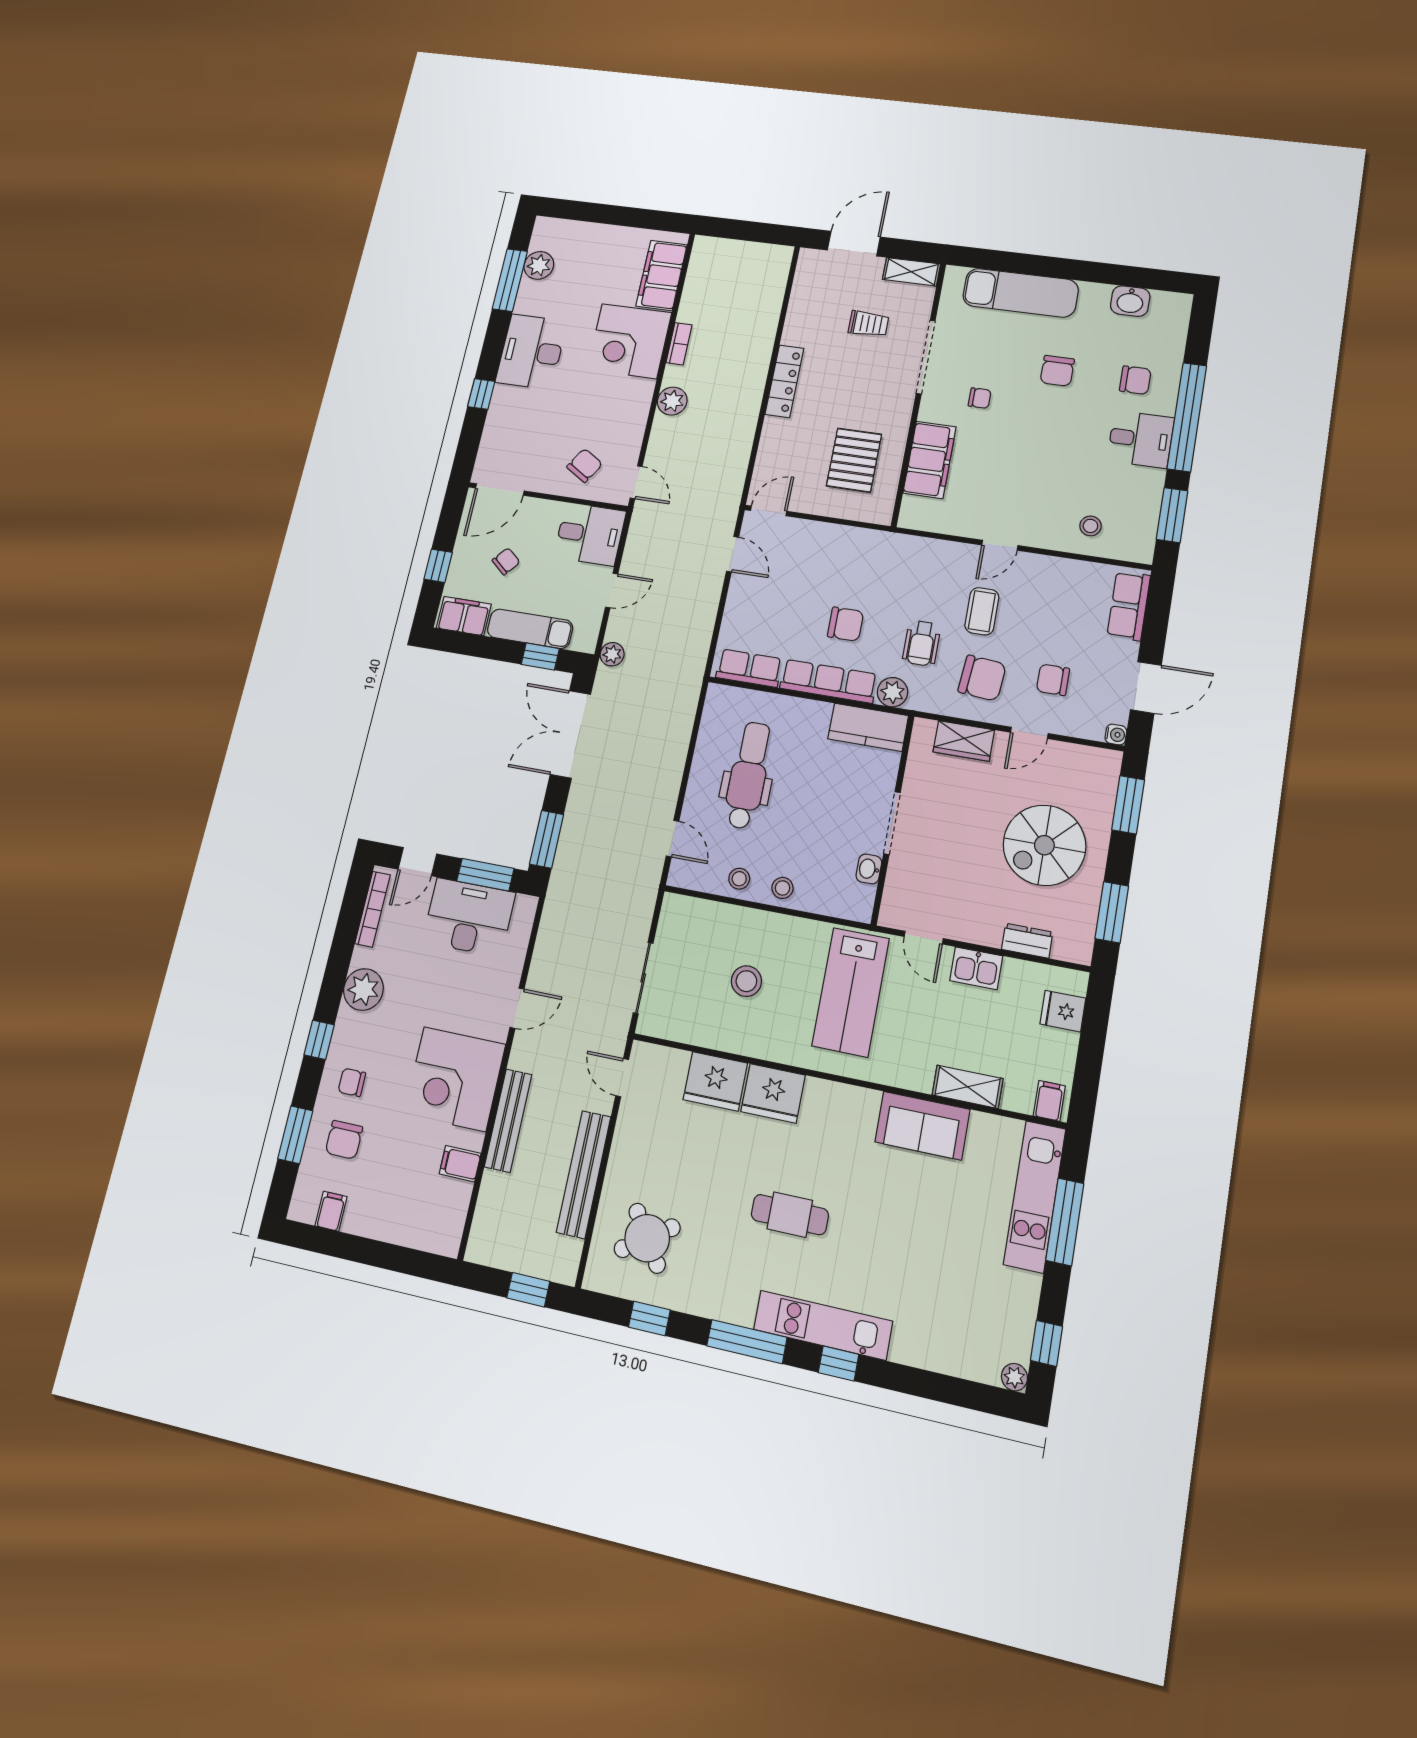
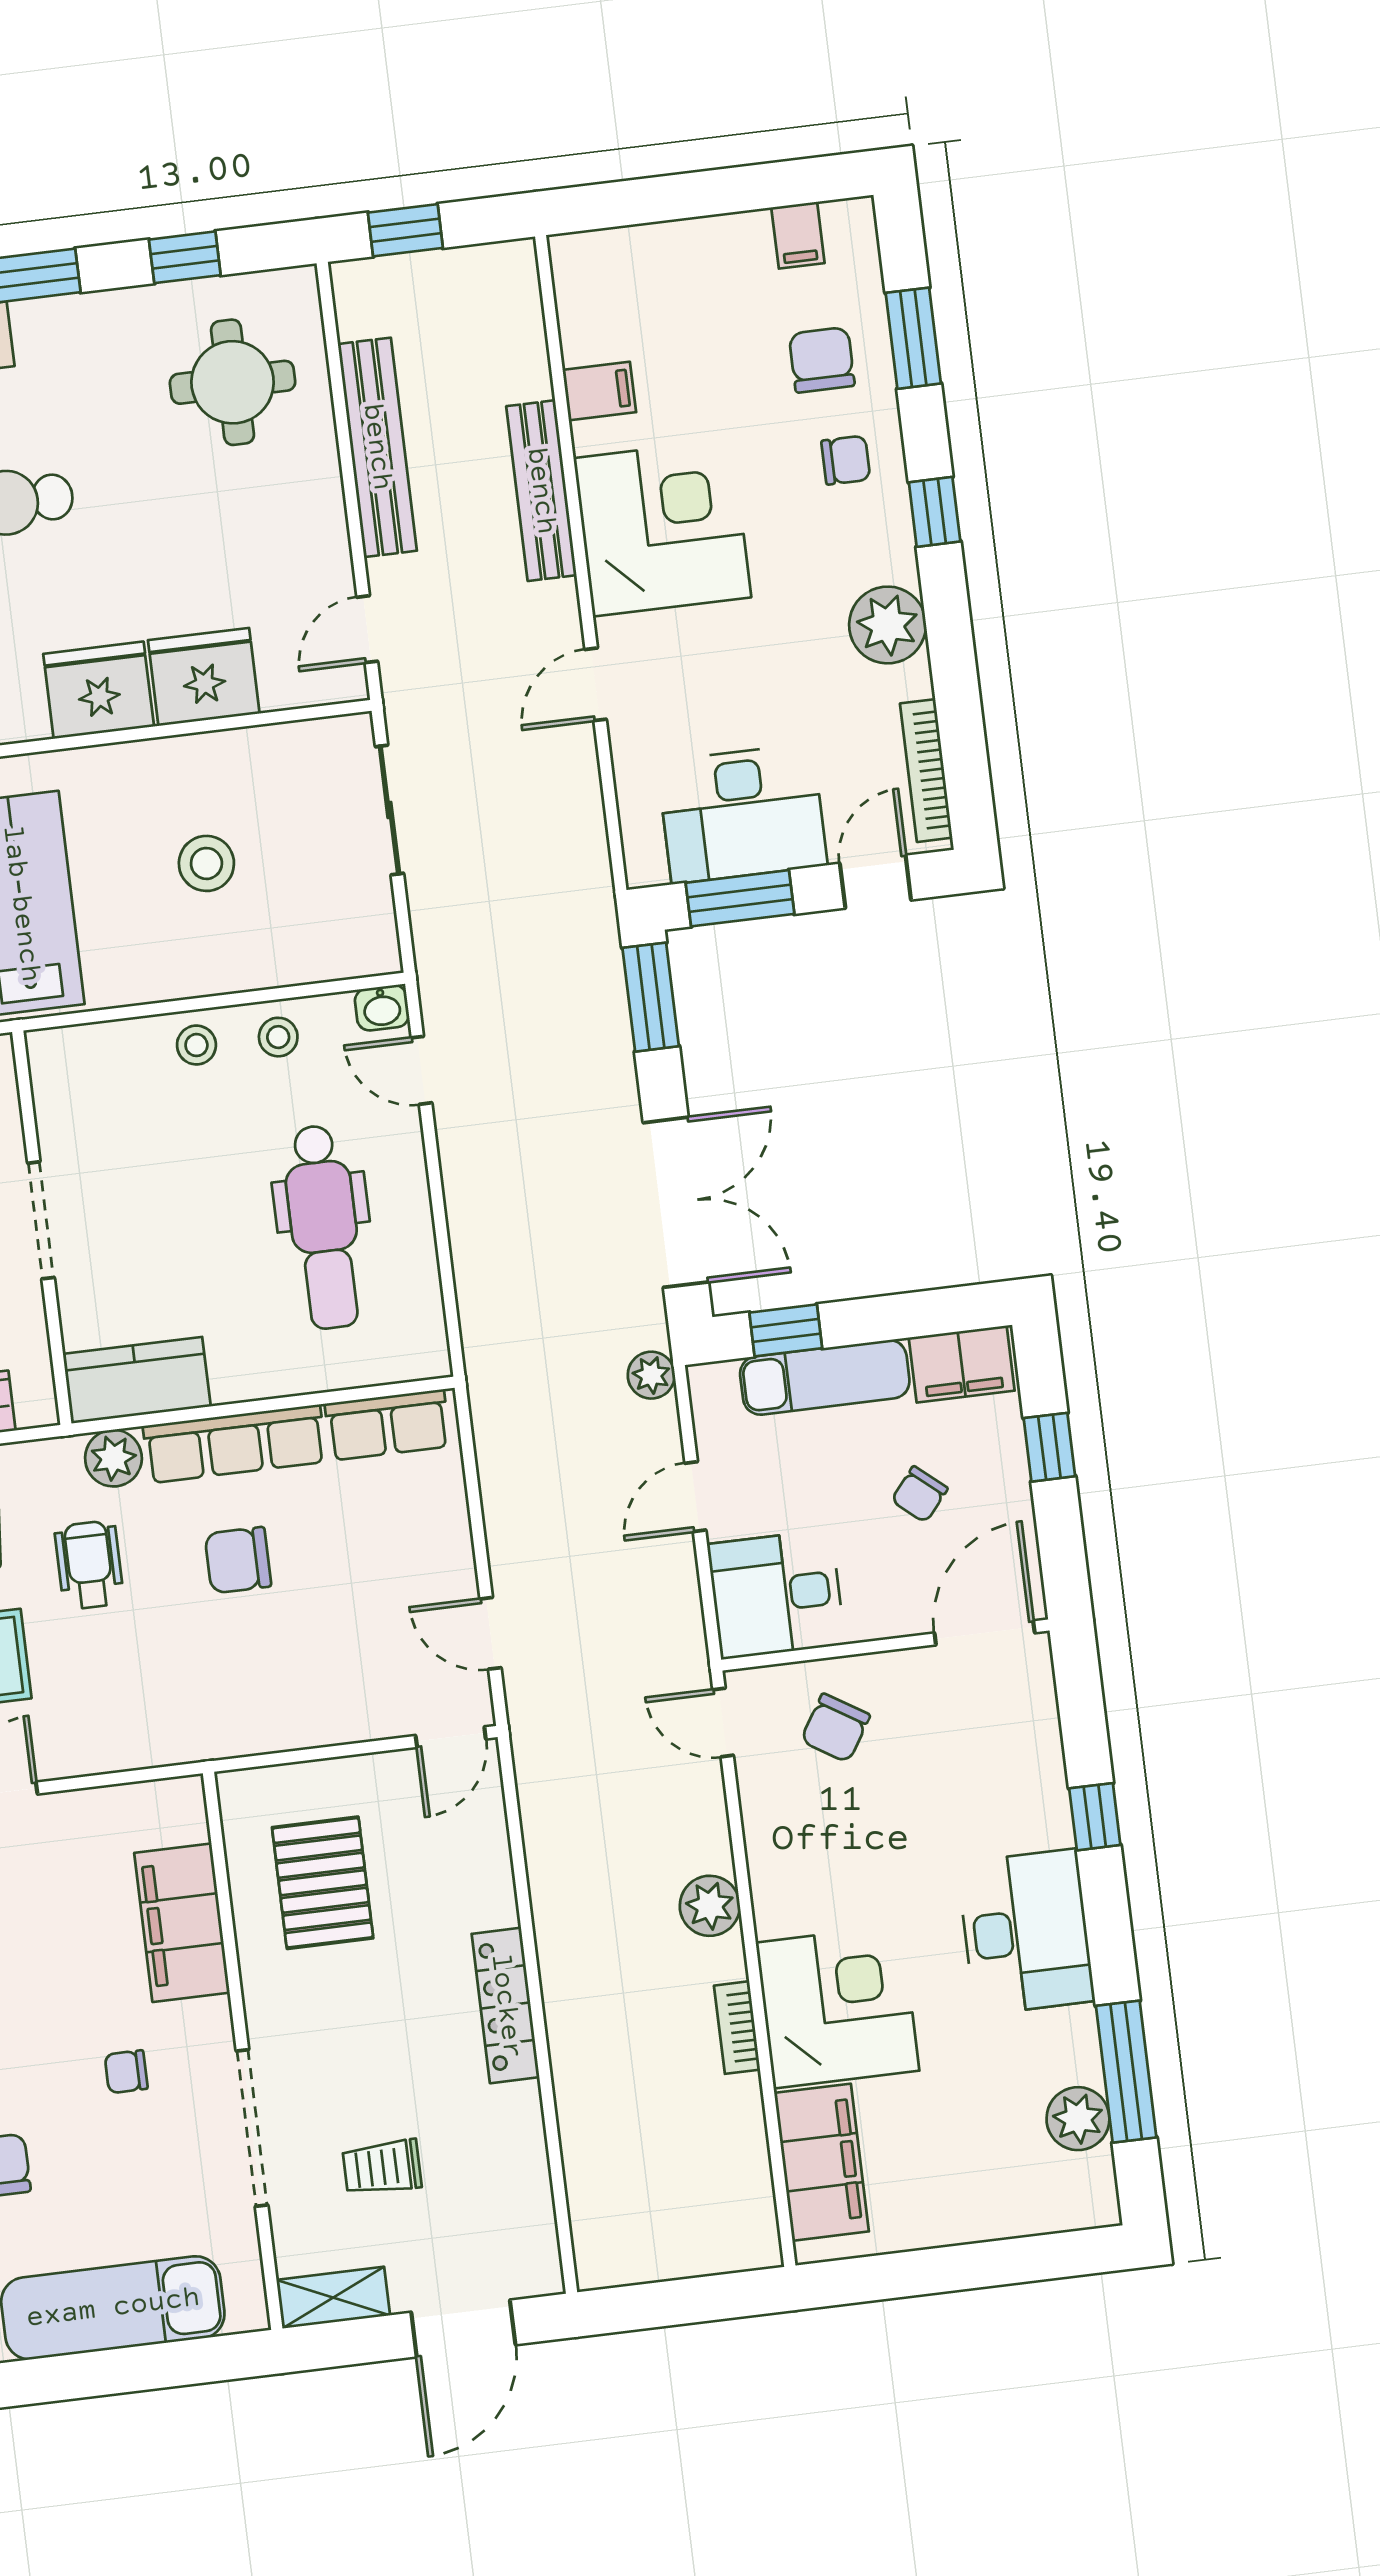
washbasin: (869, 869) -> (382, 1008), moved, turned 90
door: (622, 1078) -> (367, 629), swing flipped
round table: (647, 1238) -> (233, 382), turned 34

